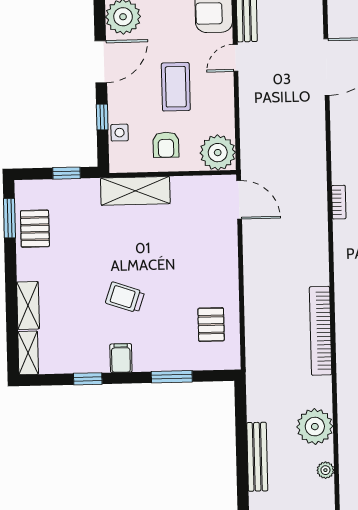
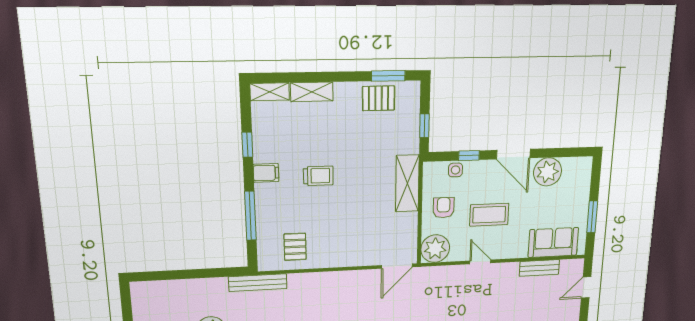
door: (236, 58) -> (480, 262), moved
armchair: (166, 145) -> (444, 208), turned 90
trolley: (125, 297) -> (318, 176), turned 71
pallet: (211, 325) -> (295, 247), turned 90
window: (172, 377) -> (250, 216), width x1.44
bench: (257, 457) -> (258, 283), moved

